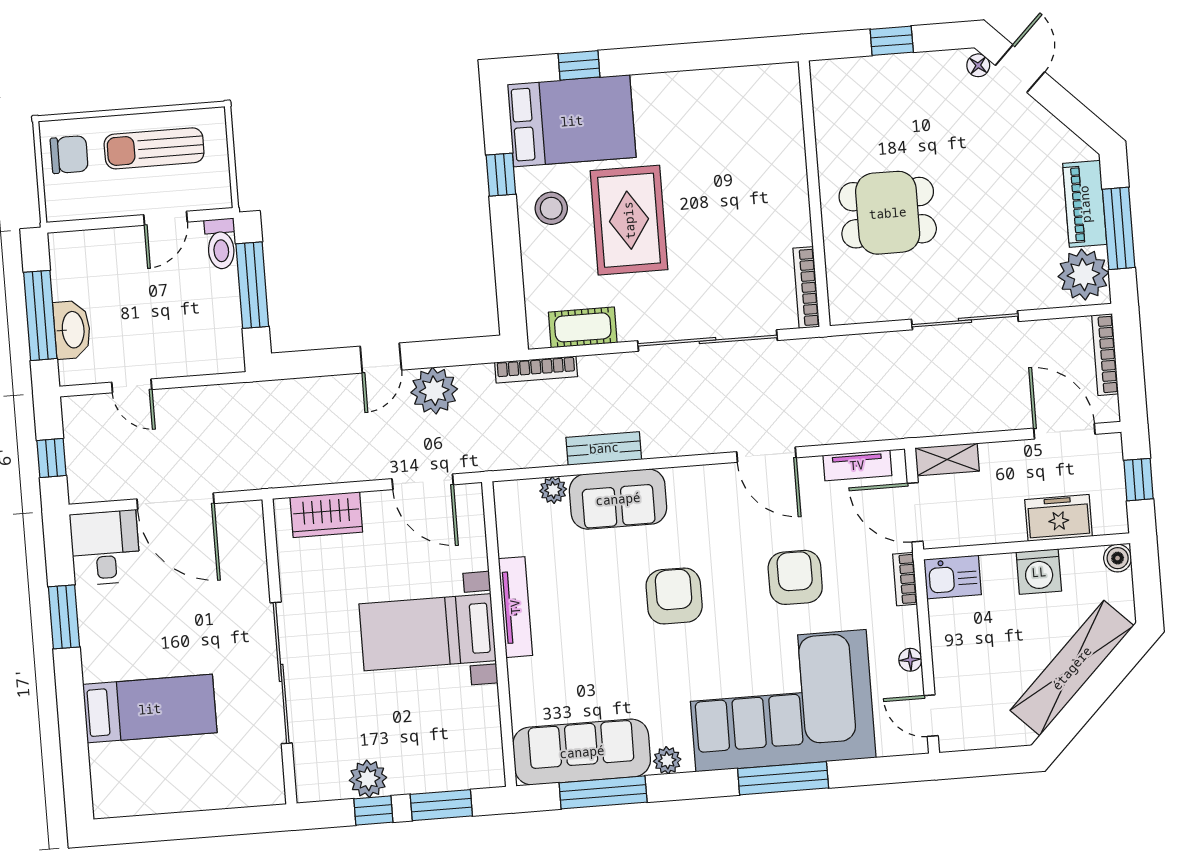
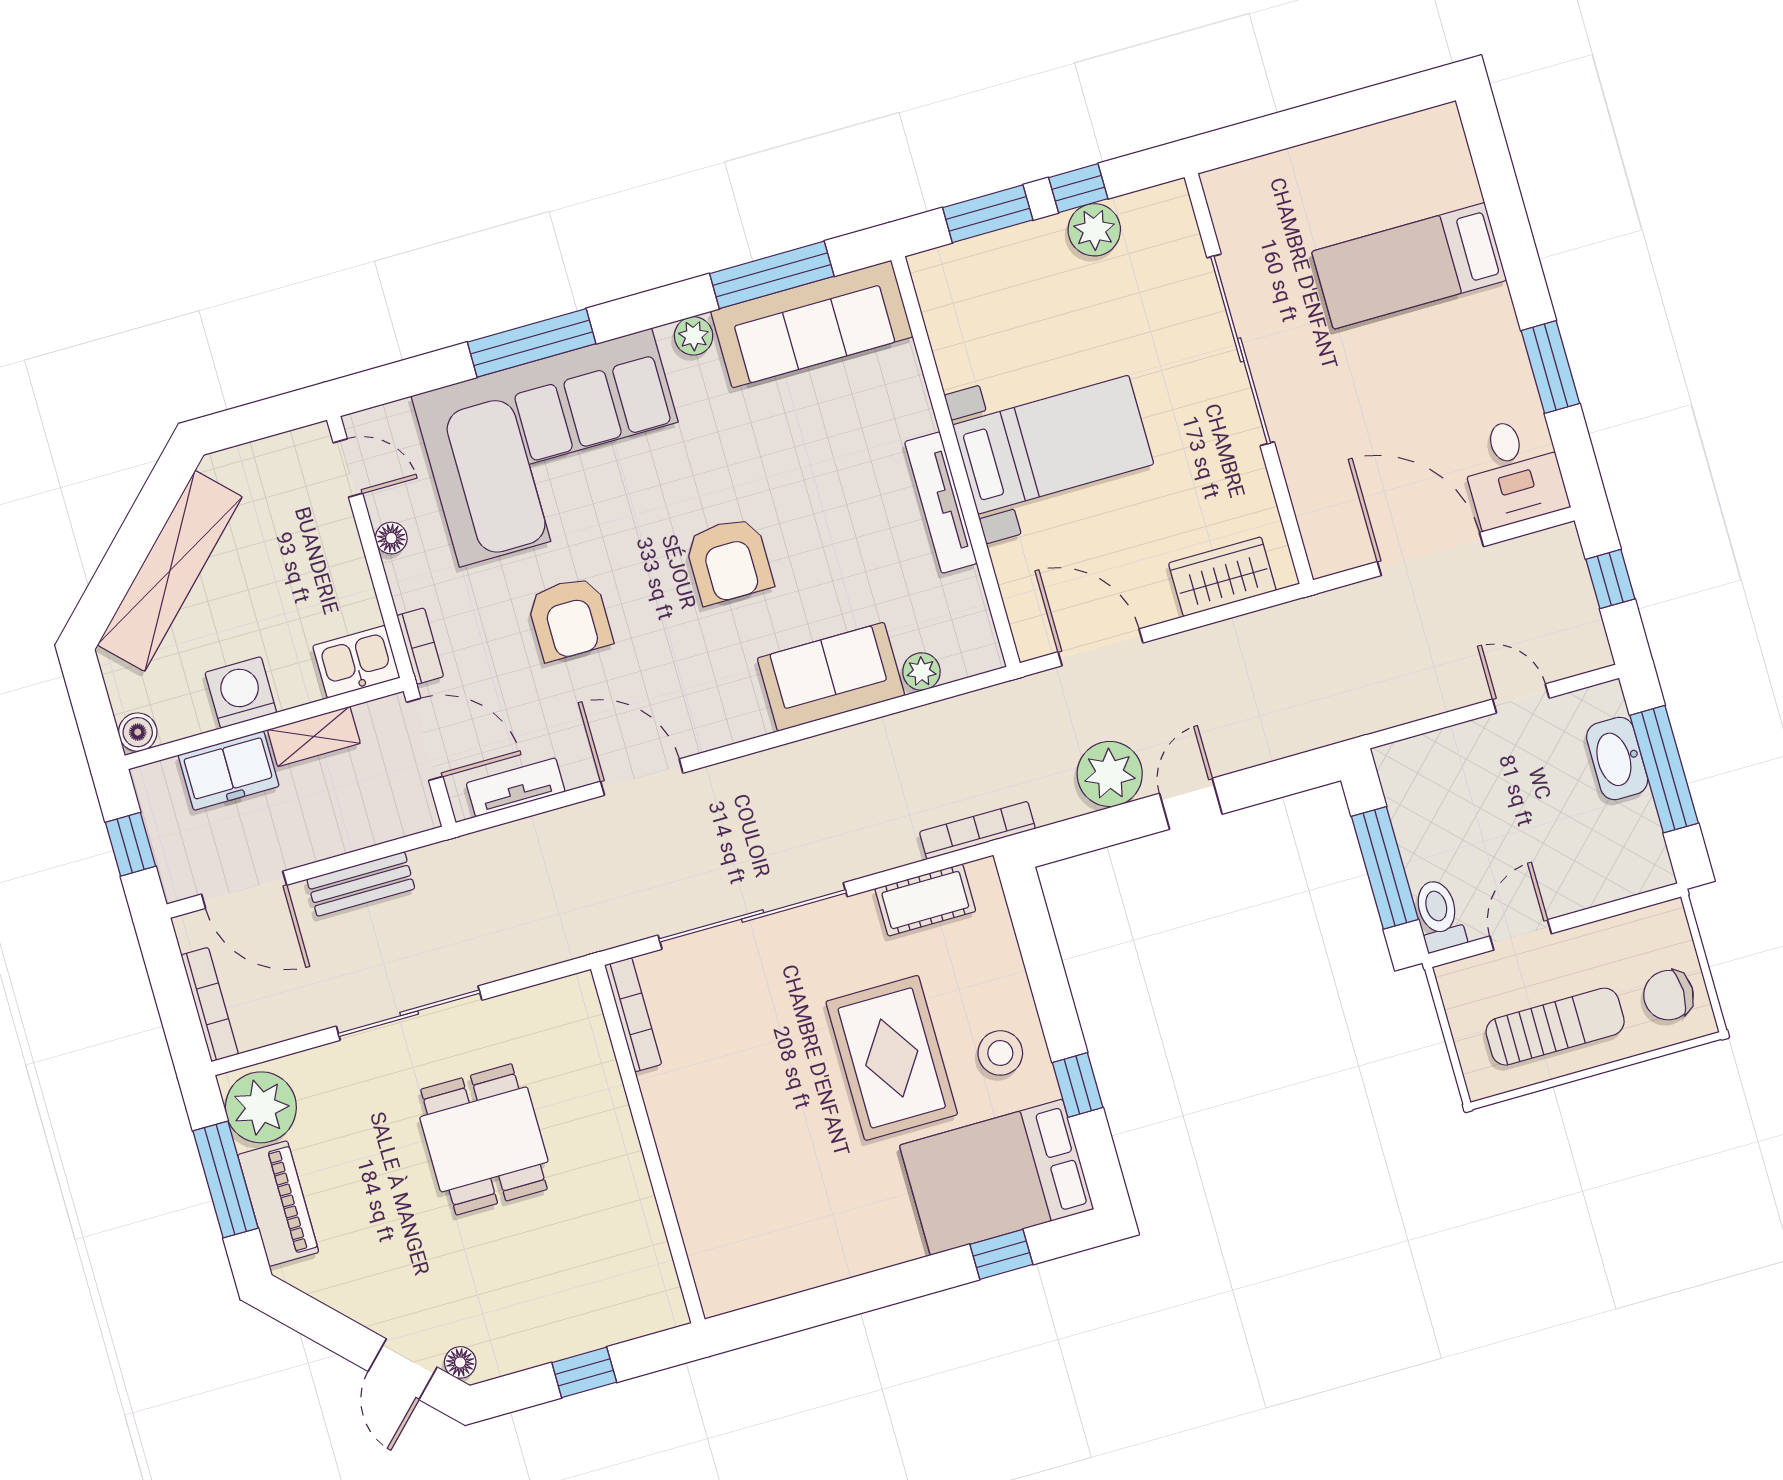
dining table: (888, 213) -> (484, 1139), moved, turned 90
bench: (604, 448) -> (361, 884), moved
shelving: (947, 459) -> (314, 737), moved

